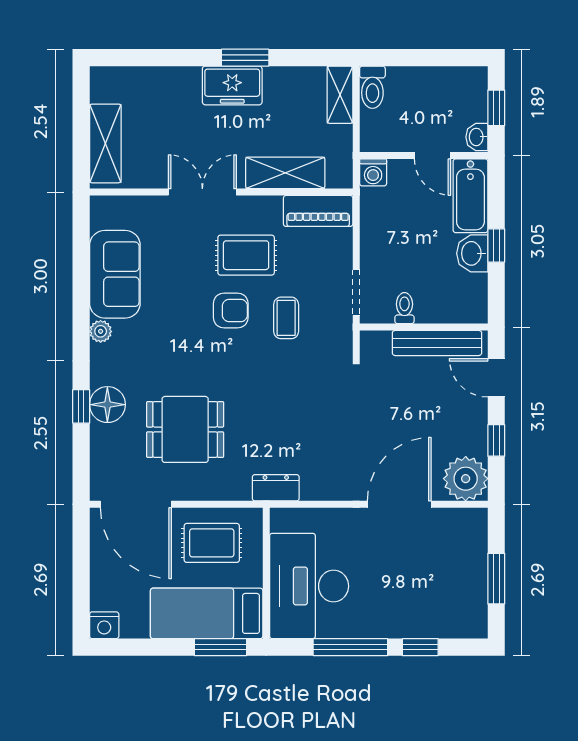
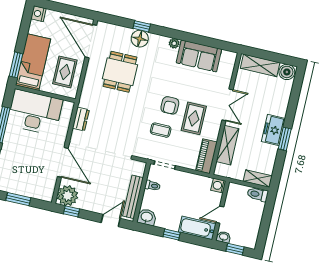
boiler: (106, 85) -> (287, 72), added
washbasin: (472, 253) -> (147, 217), moved
window: (496, 440) -> (71, 211), moved
dresser: (276, 488) -> (81, 119), moved
door: (136, 504) -> (91, 41), hinge flipped

